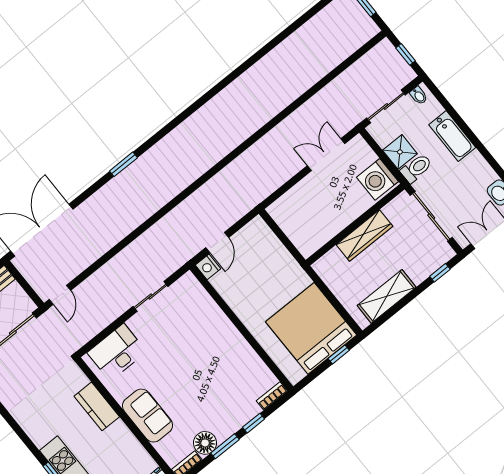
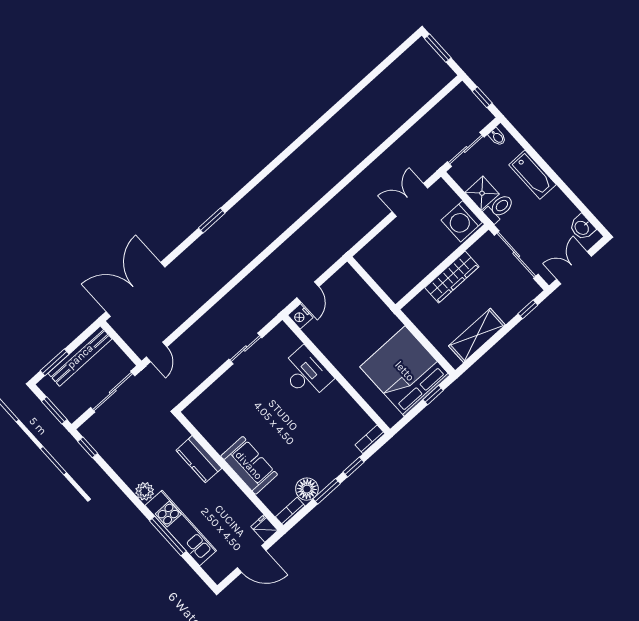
desk: (117, 352) -> (306, 373), moved, turned 90
plant: (40, 436) -> (145, 491), added

